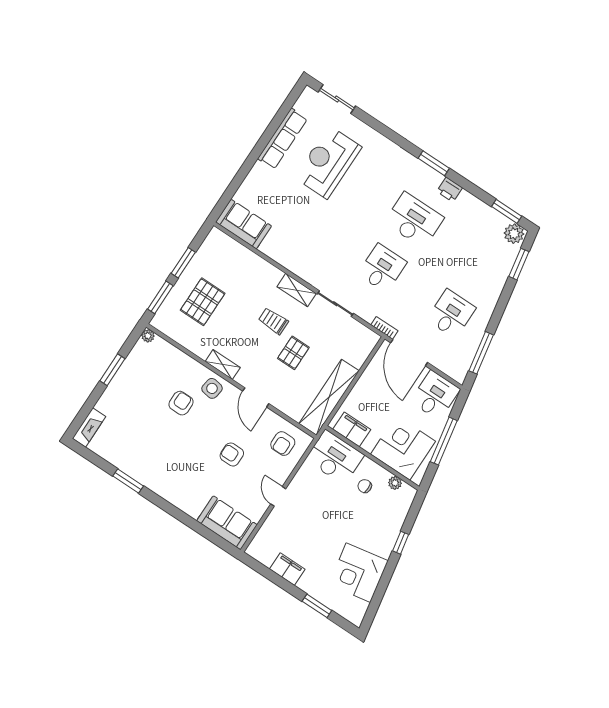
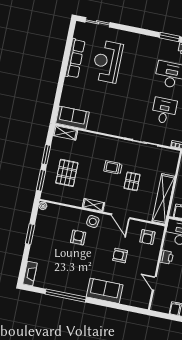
shelving: (297, 290) -> (65, 133), moved
window: (128, 481) -> (66, 296), width x2.11
printer: (299, 484) -> (167, 257), added
door: (278, 496) -> (154, 283), moved
sofa: (227, 523) -> (105, 291), moved

